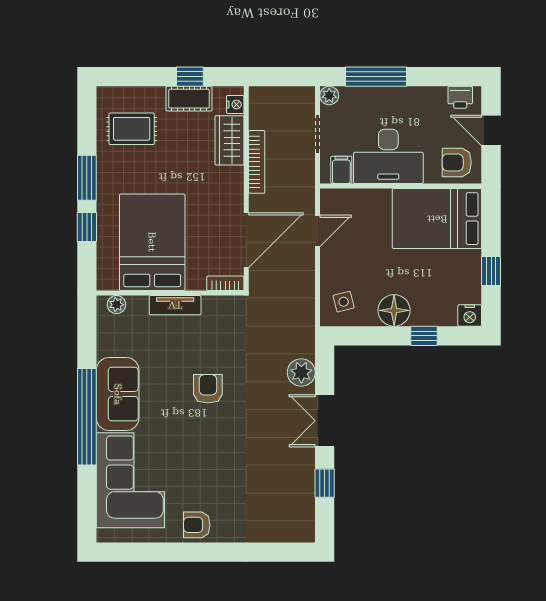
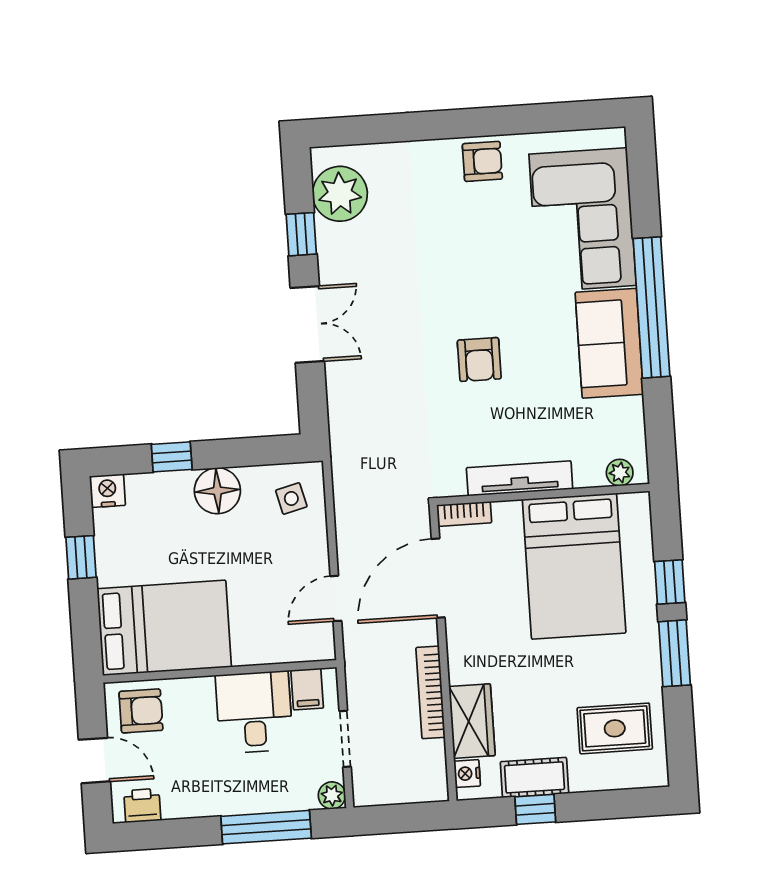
desk: (388, 156) -> (254, 712), width x0.73
tv unit: (175, 305) -> (520, 478), width x1.41
plant: (301, 372) -> (340, 194), moved, width x1.36, depth x1.36

